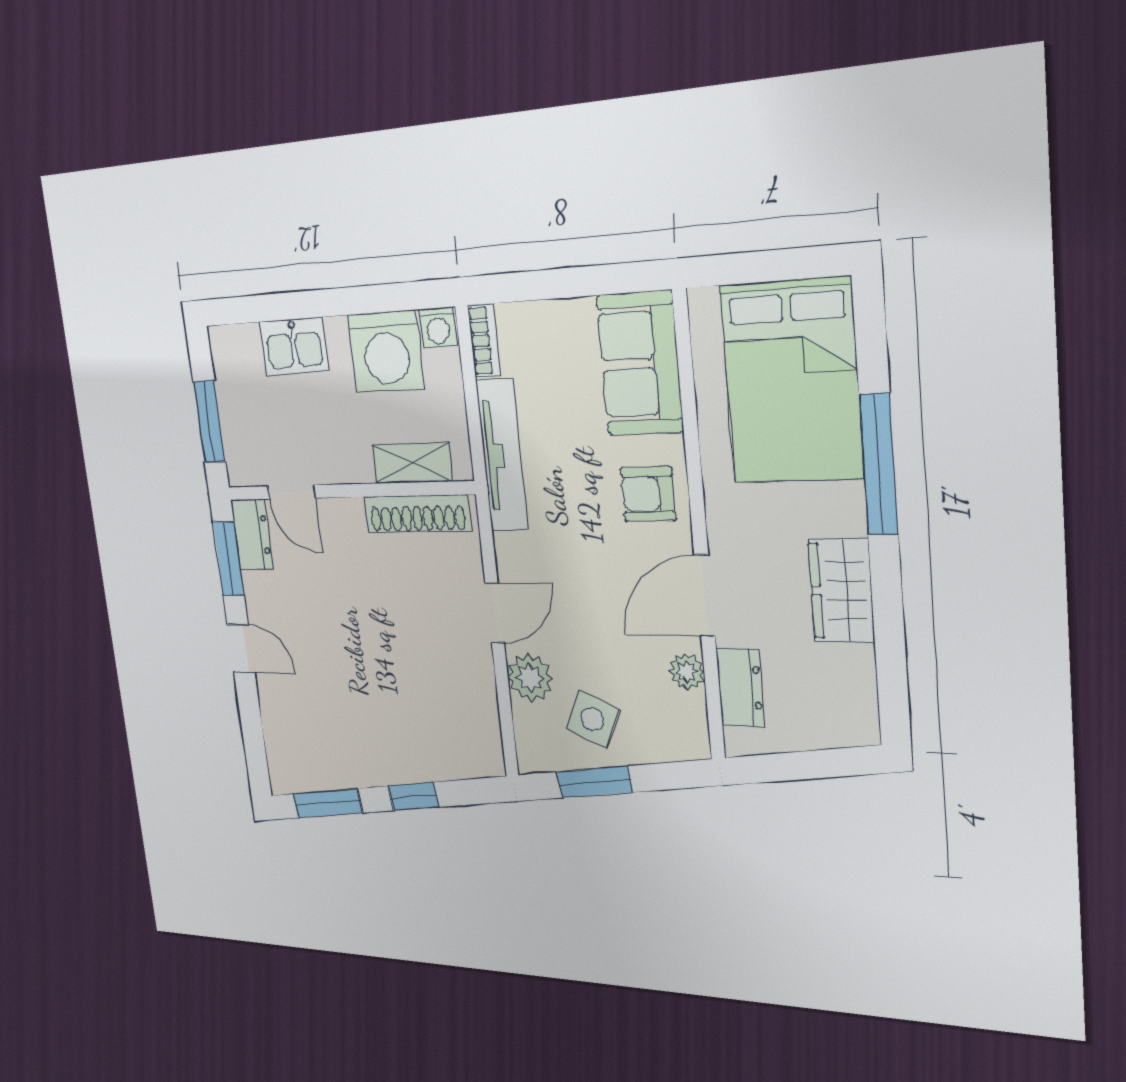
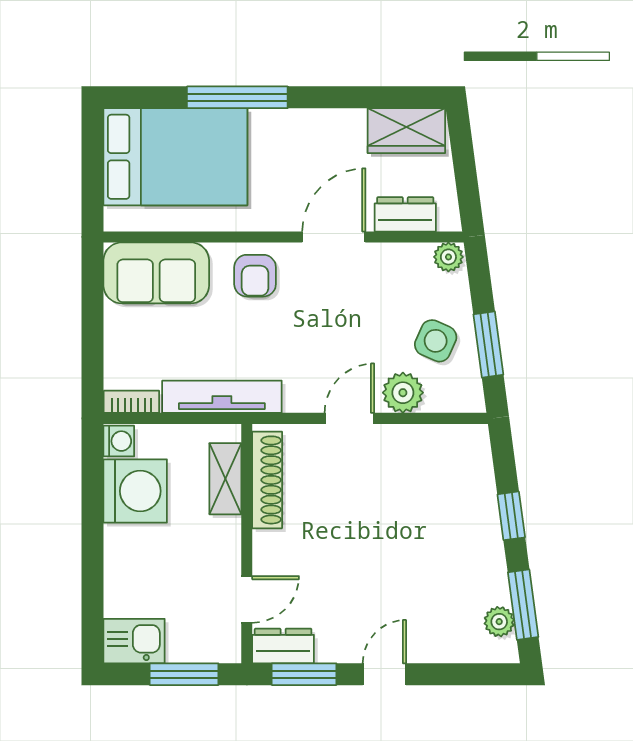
kitchen sink: (294, 346) -> (134, 641), moved, turned -90
wardrobe: (841, 591) -> (406, 131), moved
door: (705, 596) -> (334, 237), swing flipped
door: (495, 613) -> (349, 418), hinge flipped
plant: (687, 672) -> (448, 257), moved
plant: (308, 776) -> (499, 622), added

